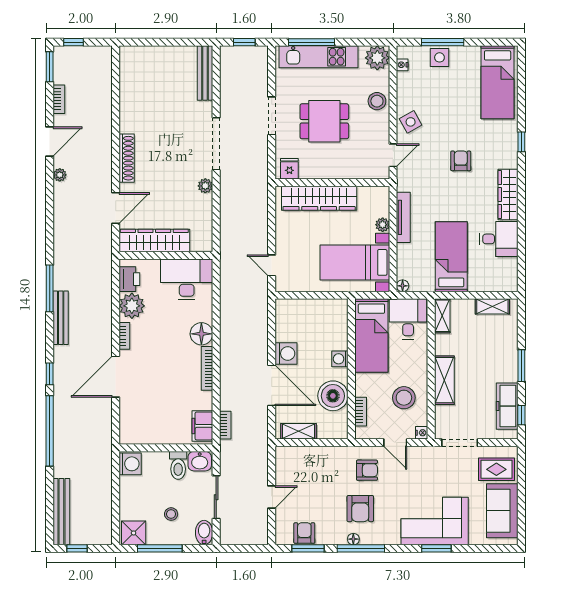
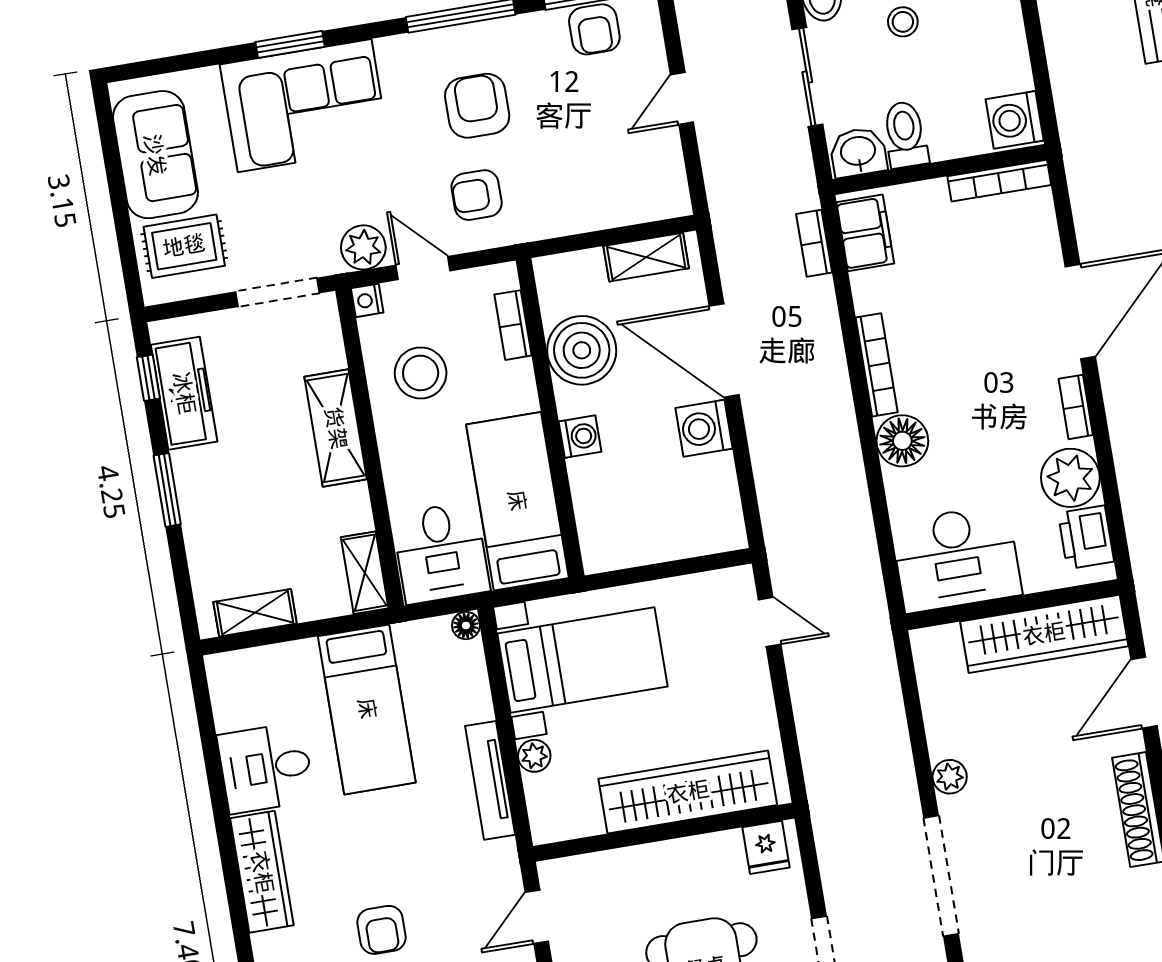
bookcase: (141, 439) -> (999, 181), added
plant: (419, 456) -> (363, 247), added
floor lamp: (353, 539) -> (481, 34), removed

